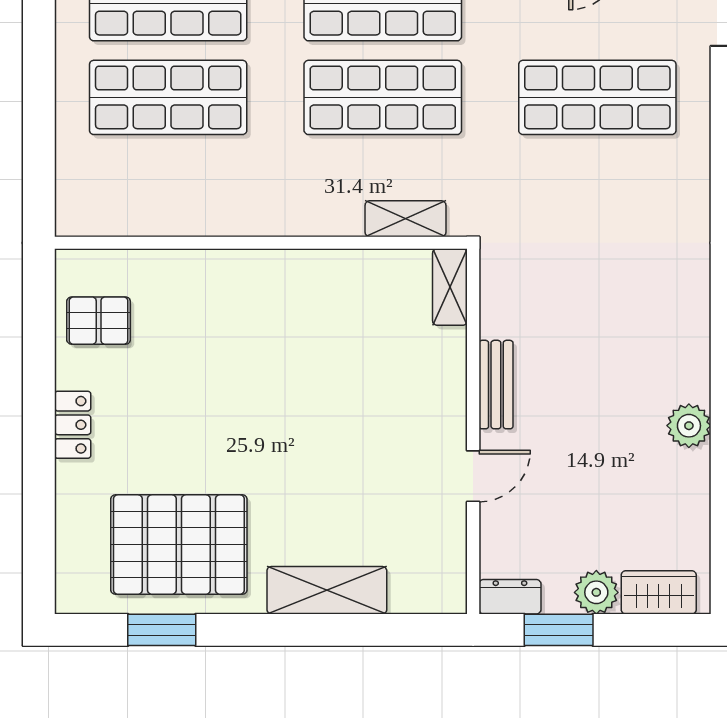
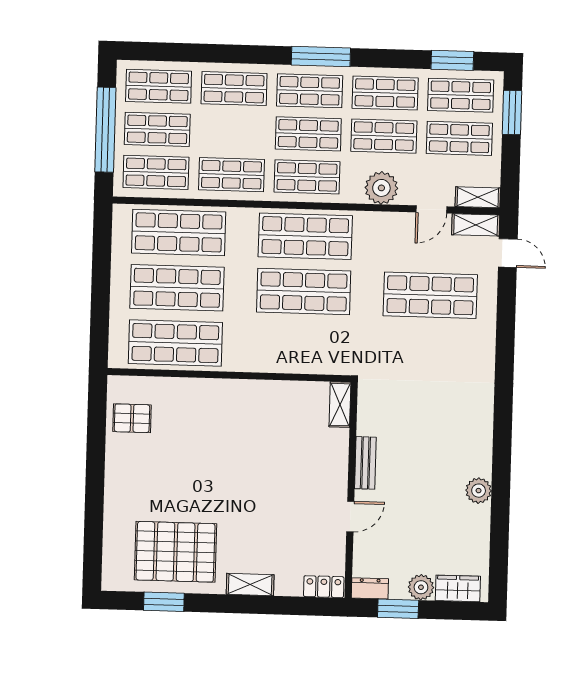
shop shelf: (168, 191) -> (175, 343), added
shelving: (406, 219) -> (315, 364), removed
locker: (73, 425) -> (324, 587), moved, turned -90
shelving: (327, 590) -> (250, 584), width x0.67, depth x0.75

